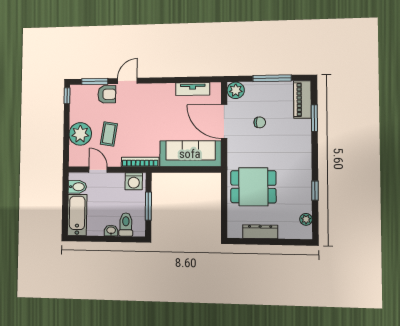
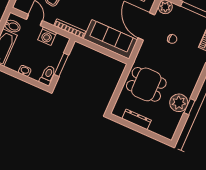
washing machine: (134, 181) -> (47, 36), moved
plant: (306, 219) -> (179, 103), moved, width x1.87, depth x1.87
toilet: (126, 225) -> (48, 75), moved

